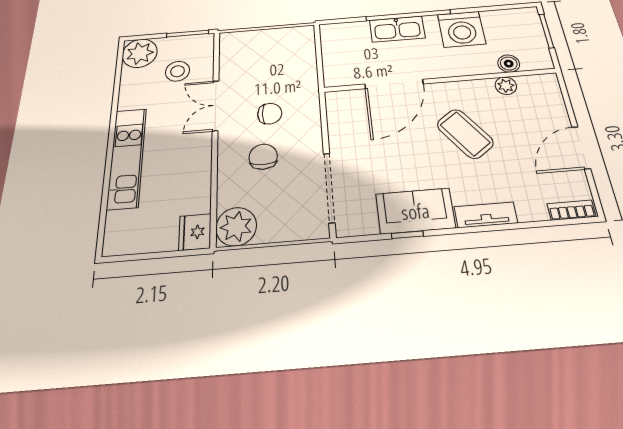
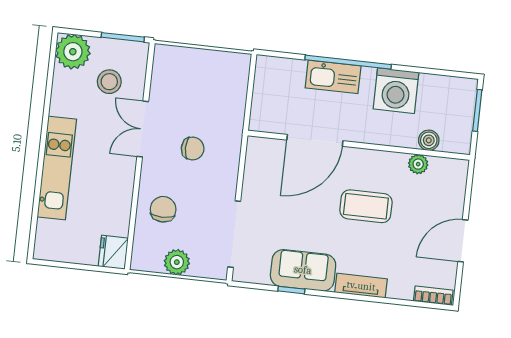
coffee table: (465, 134) -> (366, 206), turned -54
chair: (263, 157) -> (163, 209), moved
plant: (236, 227) -> (177, 262), moved, width x0.73, depth x0.73

